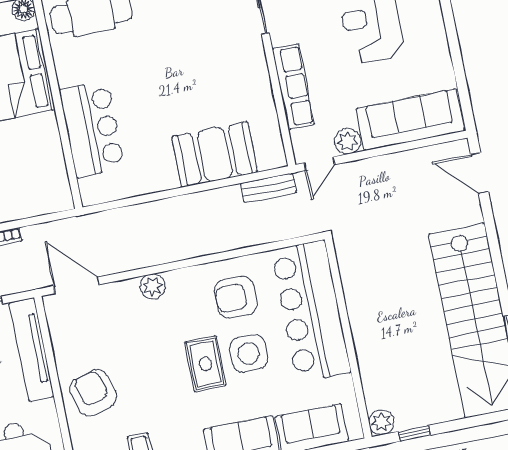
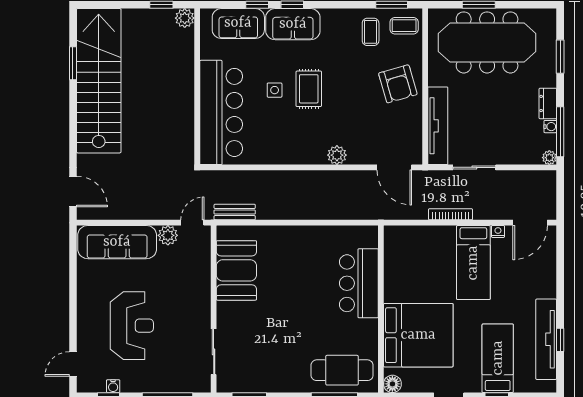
row of seats: (293, 87) -> (201, 285), removed
booth: (215, 154) -> (236, 270), moved, turned 90
armchair: (236, 297) -> (276, 134), removed
side table: (249, 353) -> (275, 90), width x0.54, depth x0.54

